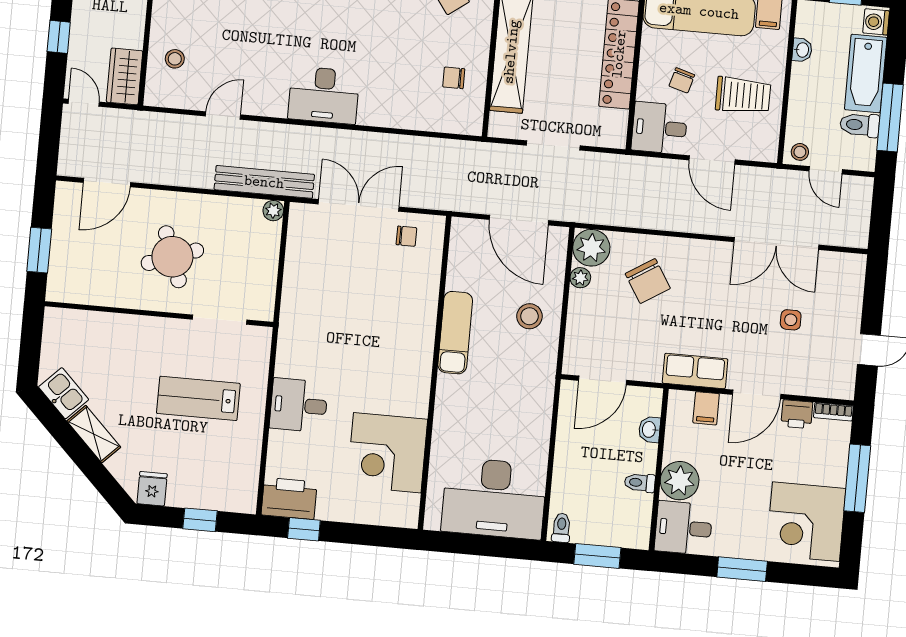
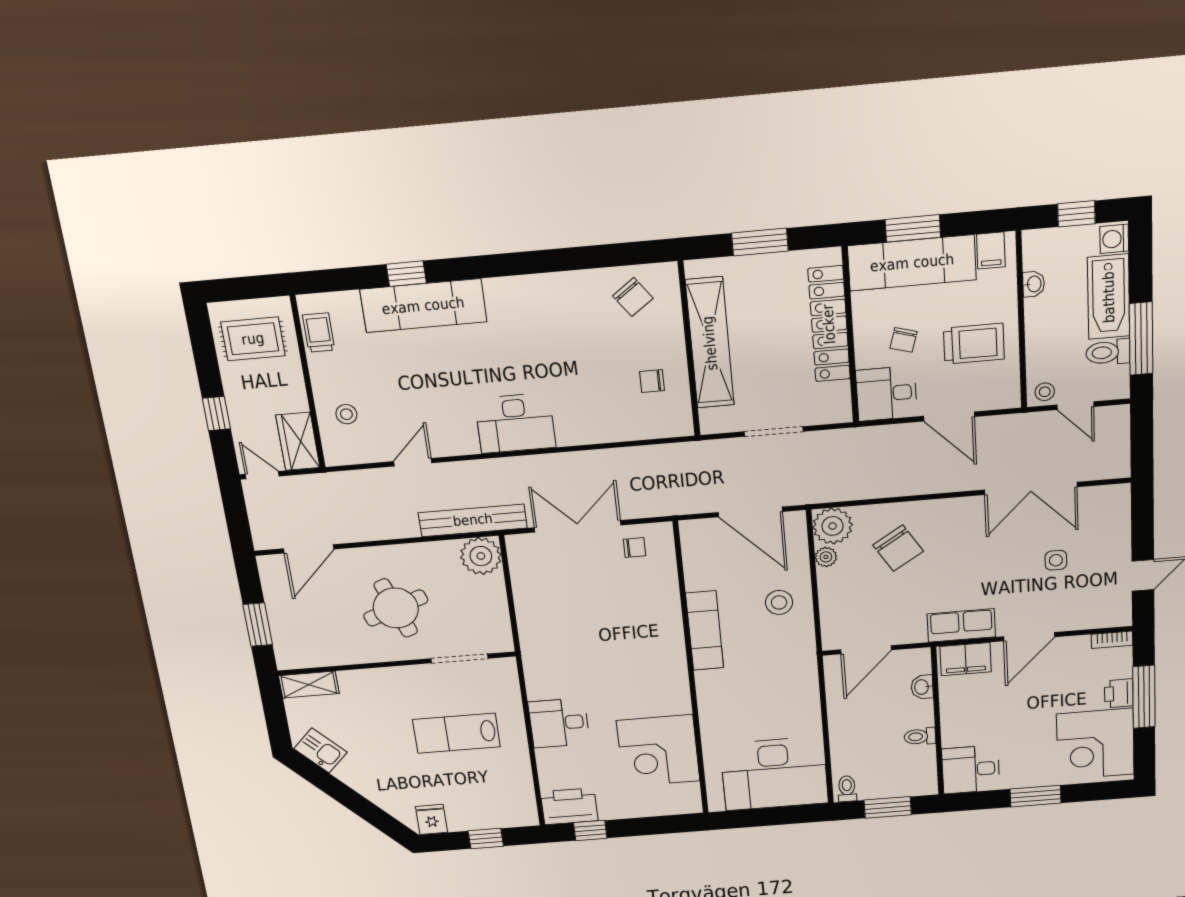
plant: (273, 211) -> (481, 556), width x1.87, depth x1.87
filing cabinet: (706, 408) -> (965, 659), width x2.00
printer: (797, 414) -> (1119, 693), moved, turned 90
shelving: (94, 434) -> (309, 685), moved, turned -45
plant: (680, 481) -> (960, 728), removed

